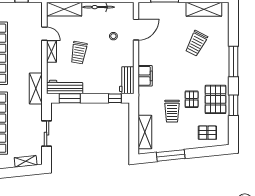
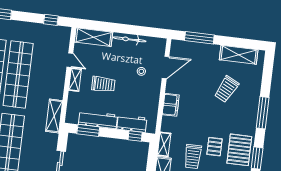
trolley: (79, 53) -> (103, 84), turned -100
filing cabinet: (145, 76) -> (171, 105), moved
workbench: (127, 80) -> (132, 123), moved, turned 90
workbench: (65, 87) -> (98, 120), moved
shelving: (143, 103) -> (164, 144), added

